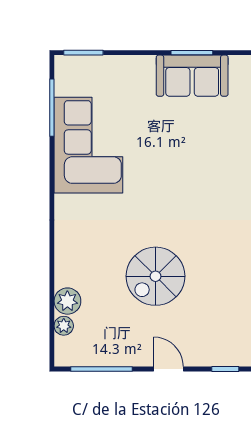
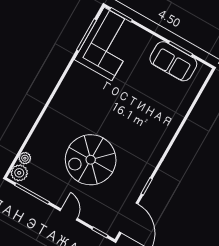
corner sofa: (88, 145) -> (108, 44), moved
spiral stairs: (156, 276) -> (91, 160), width x1.37, depth x1.37
plant: (67, 301) -> (19, 173), moved

